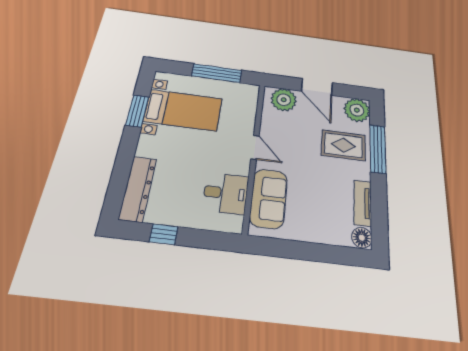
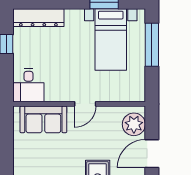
window: (217, 73) -> (152, 45), moved
desk: (226, 193) -> (28, 85), moved

